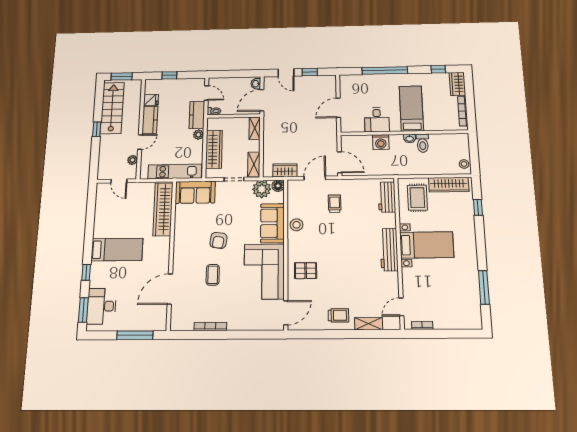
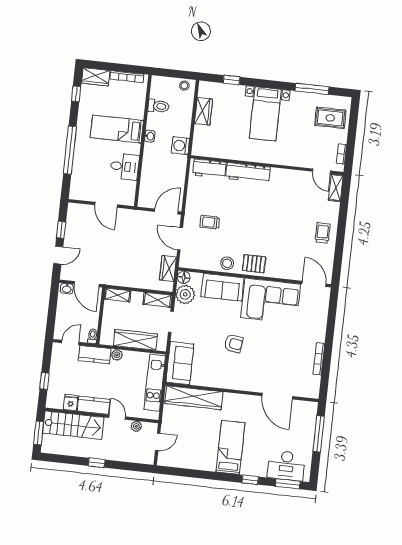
stairs: (112, 108) -> (73, 425), moved, turned 180
washing machine: (381, 142) -> (180, 146), moved, turned 180
toilet: (423, 143) -> (158, 106), moved
wardrobe: (449, 185) -> (203, 111), width x0.67
rug: (417, 198) -> (330, 118), moved
bed with nightstands: (427, 245) -> (265, 114), moved, turned 180
workbench: (389, 250) -> (248, 173), moved
pallet: (306, 271) -> (254, 264), moved, turned 90
coffee table: (213, 275) -> (268, 352), removed
shelving: (369, 324) -> (336, 188), moved

